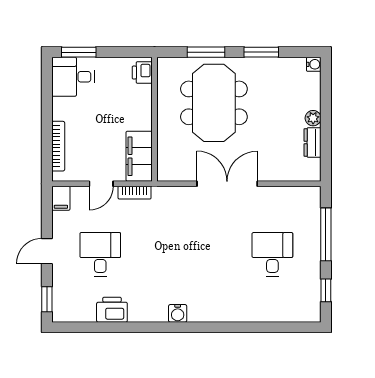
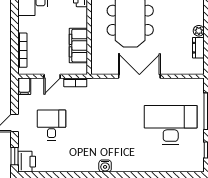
filing cabinet: (139, 156) -> (78, 46), moved
desk: (272, 254) -> (171, 125), width x1.87, depth x1.30
printer: (112, 310) -> (27, 162), moved, turned 90

